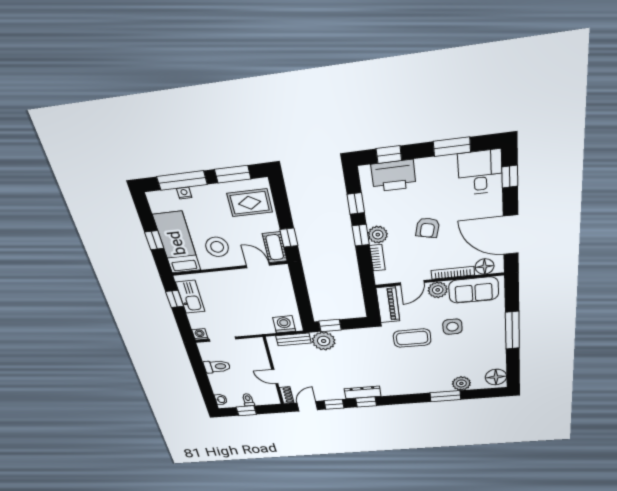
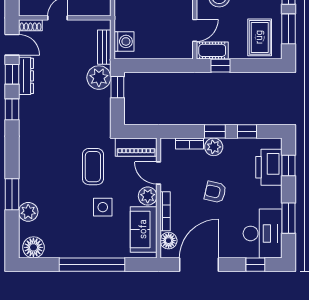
desk: (480, 172) -> (263, 233), width x1.37
window: (512, 330) -> (92, 265), width x1.46
dresser: (363, 392) -> (26, 76), moved

